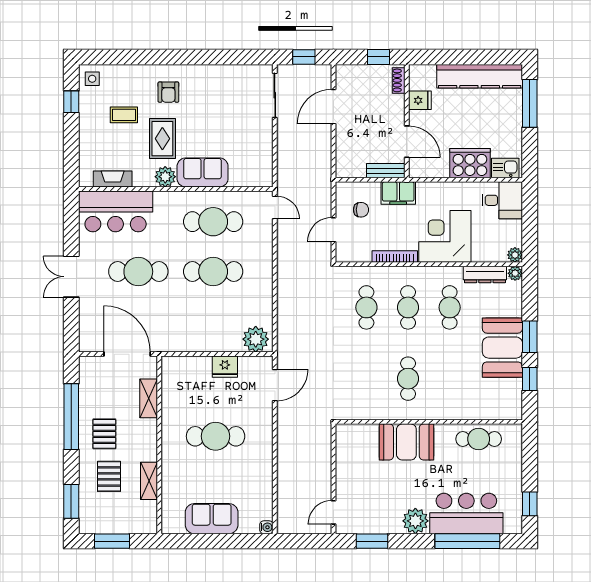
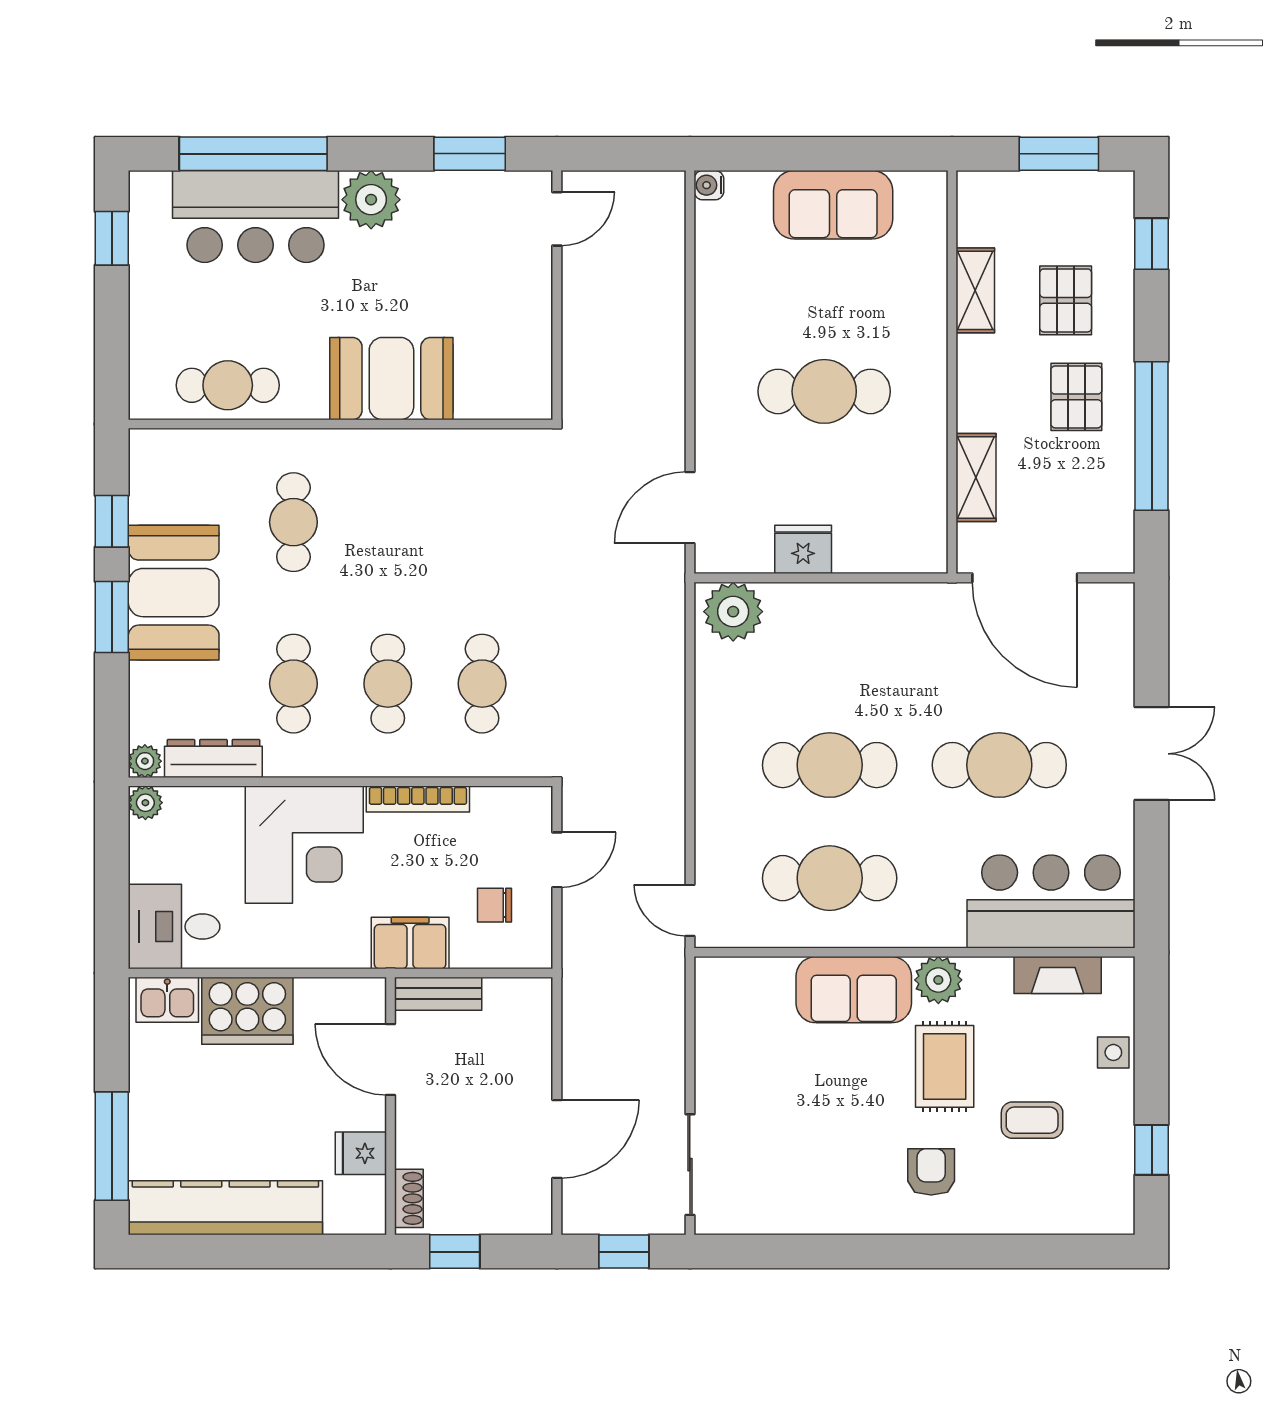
side table: (92, 79) -> (1113, 1052), moved
cafe table: (408, 379) -> (293, 522), moved
window: (71, 501) -> (1152, 244), width x0.67

